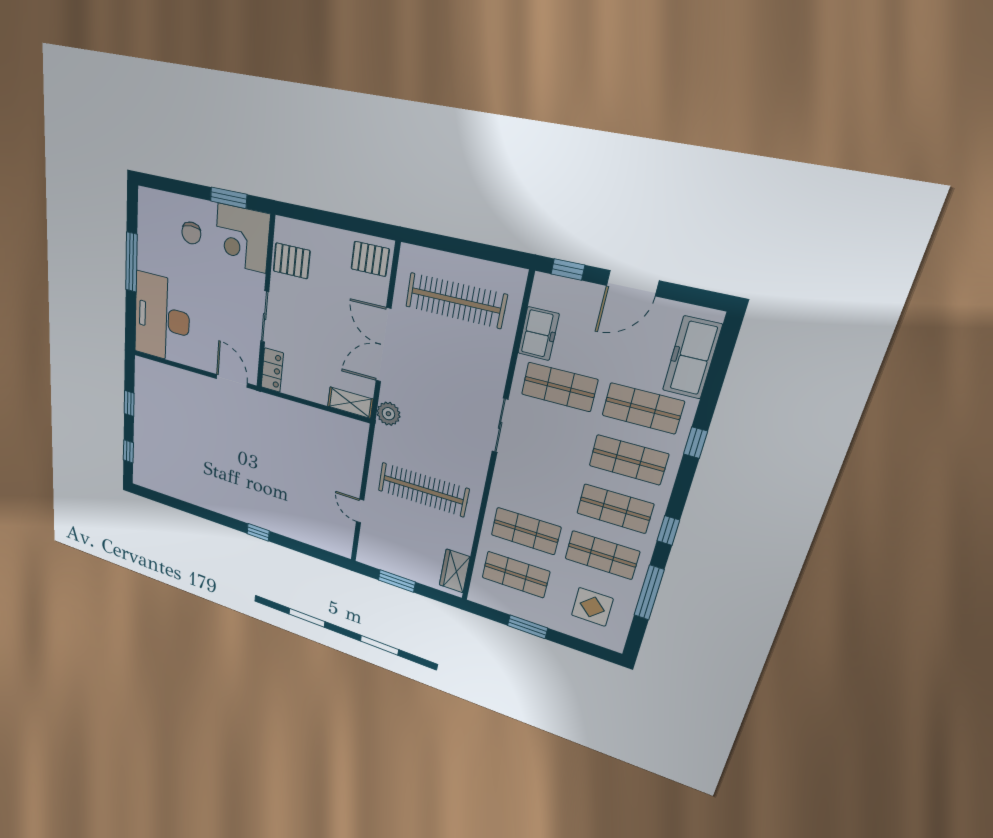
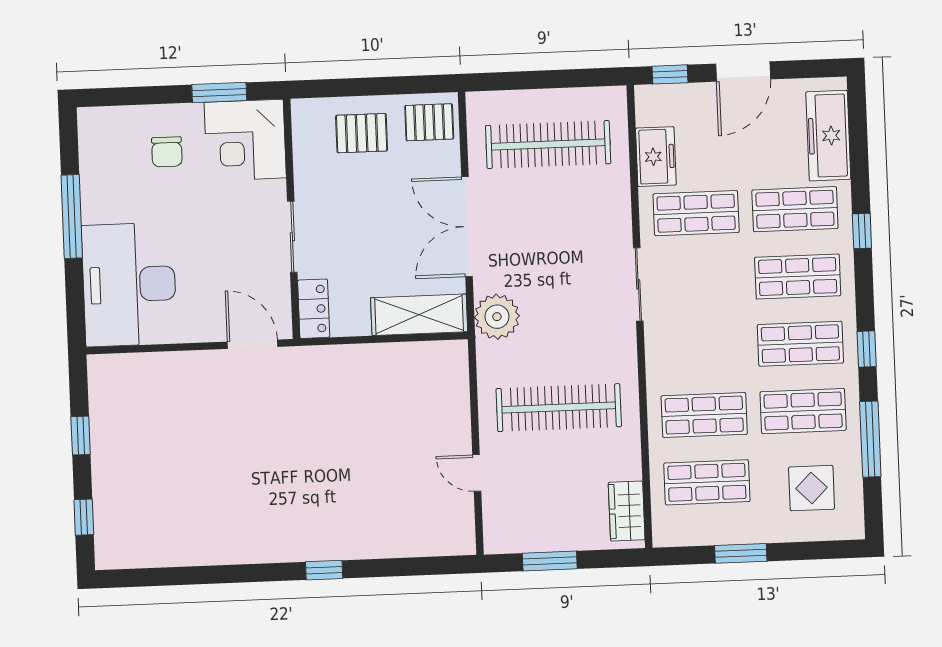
pallet: (292, 261) -> (362, 133), moved
shelving: (350, 403) -> (419, 315), width x1.50, depth x1.33
plant: (388, 414) -> (497, 317), width x1.36, depth x1.36

